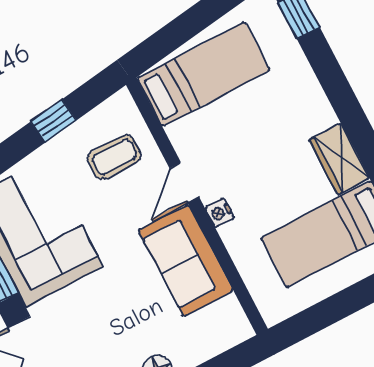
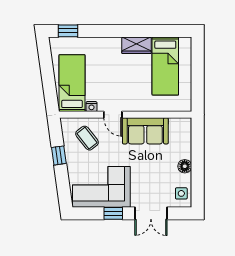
coffee table: (114, 157) -> (87, 138), turned -38
nightstand: (220, 213) -> (91, 107), moved

